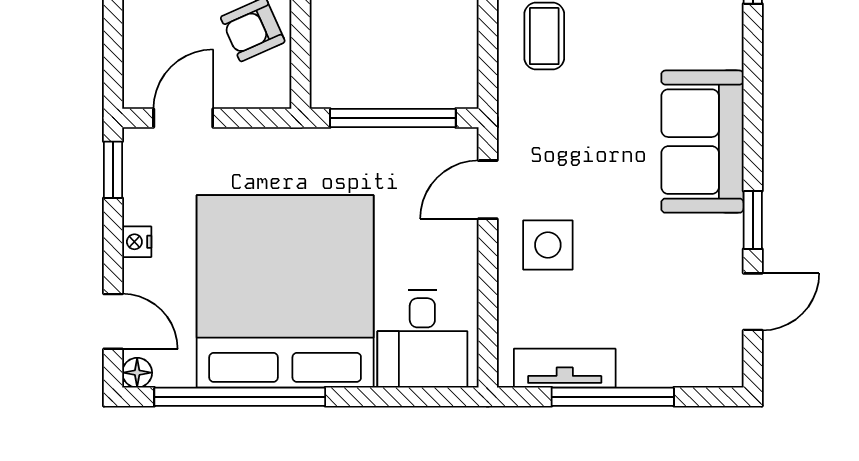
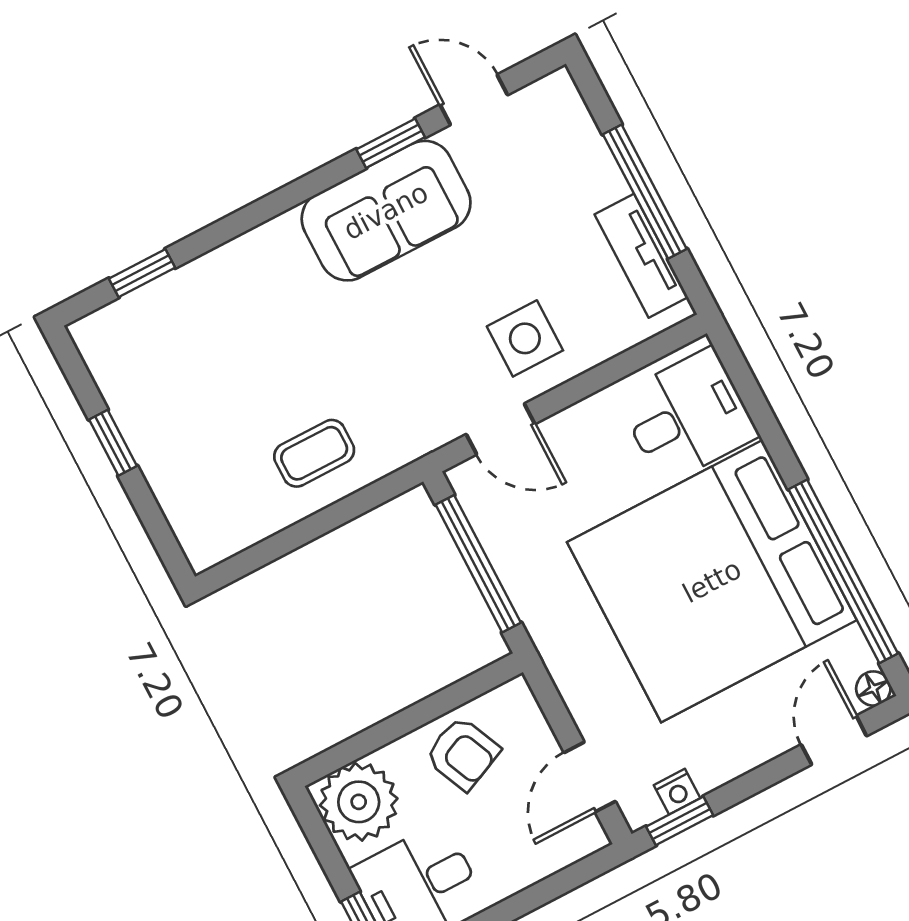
door: (183, 118) -> (590, 777), hinge flipped
sofa: (702, 142) -> (386, 211), moved
nightstand: (137, 242) -> (677, 792), moved

